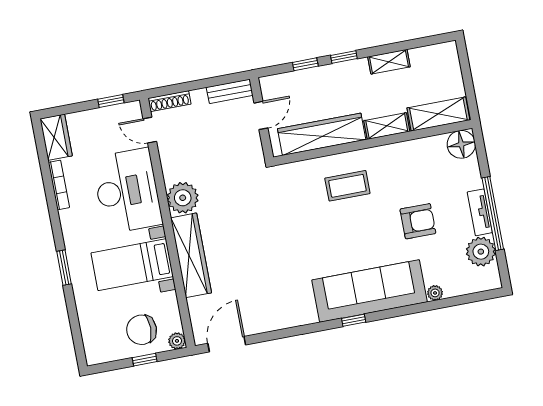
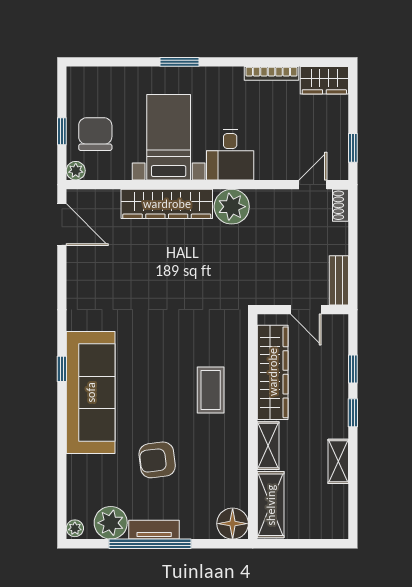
shoe rack: (169, 101) -> (340, 205), width x0.70
desk: (127, 191) -> (230, 155), width x0.53, depth x0.77
armchair: (418, 221) -> (157, 460), turned 83
plant: (435, 293) -> (75, 528), moved

